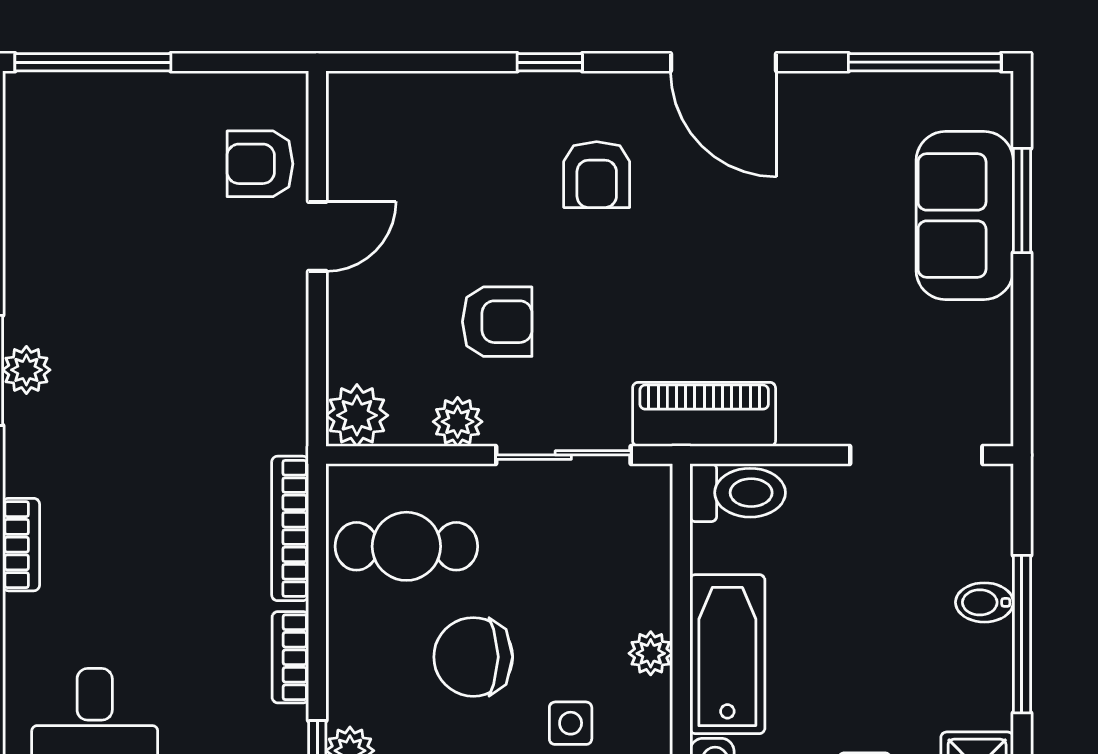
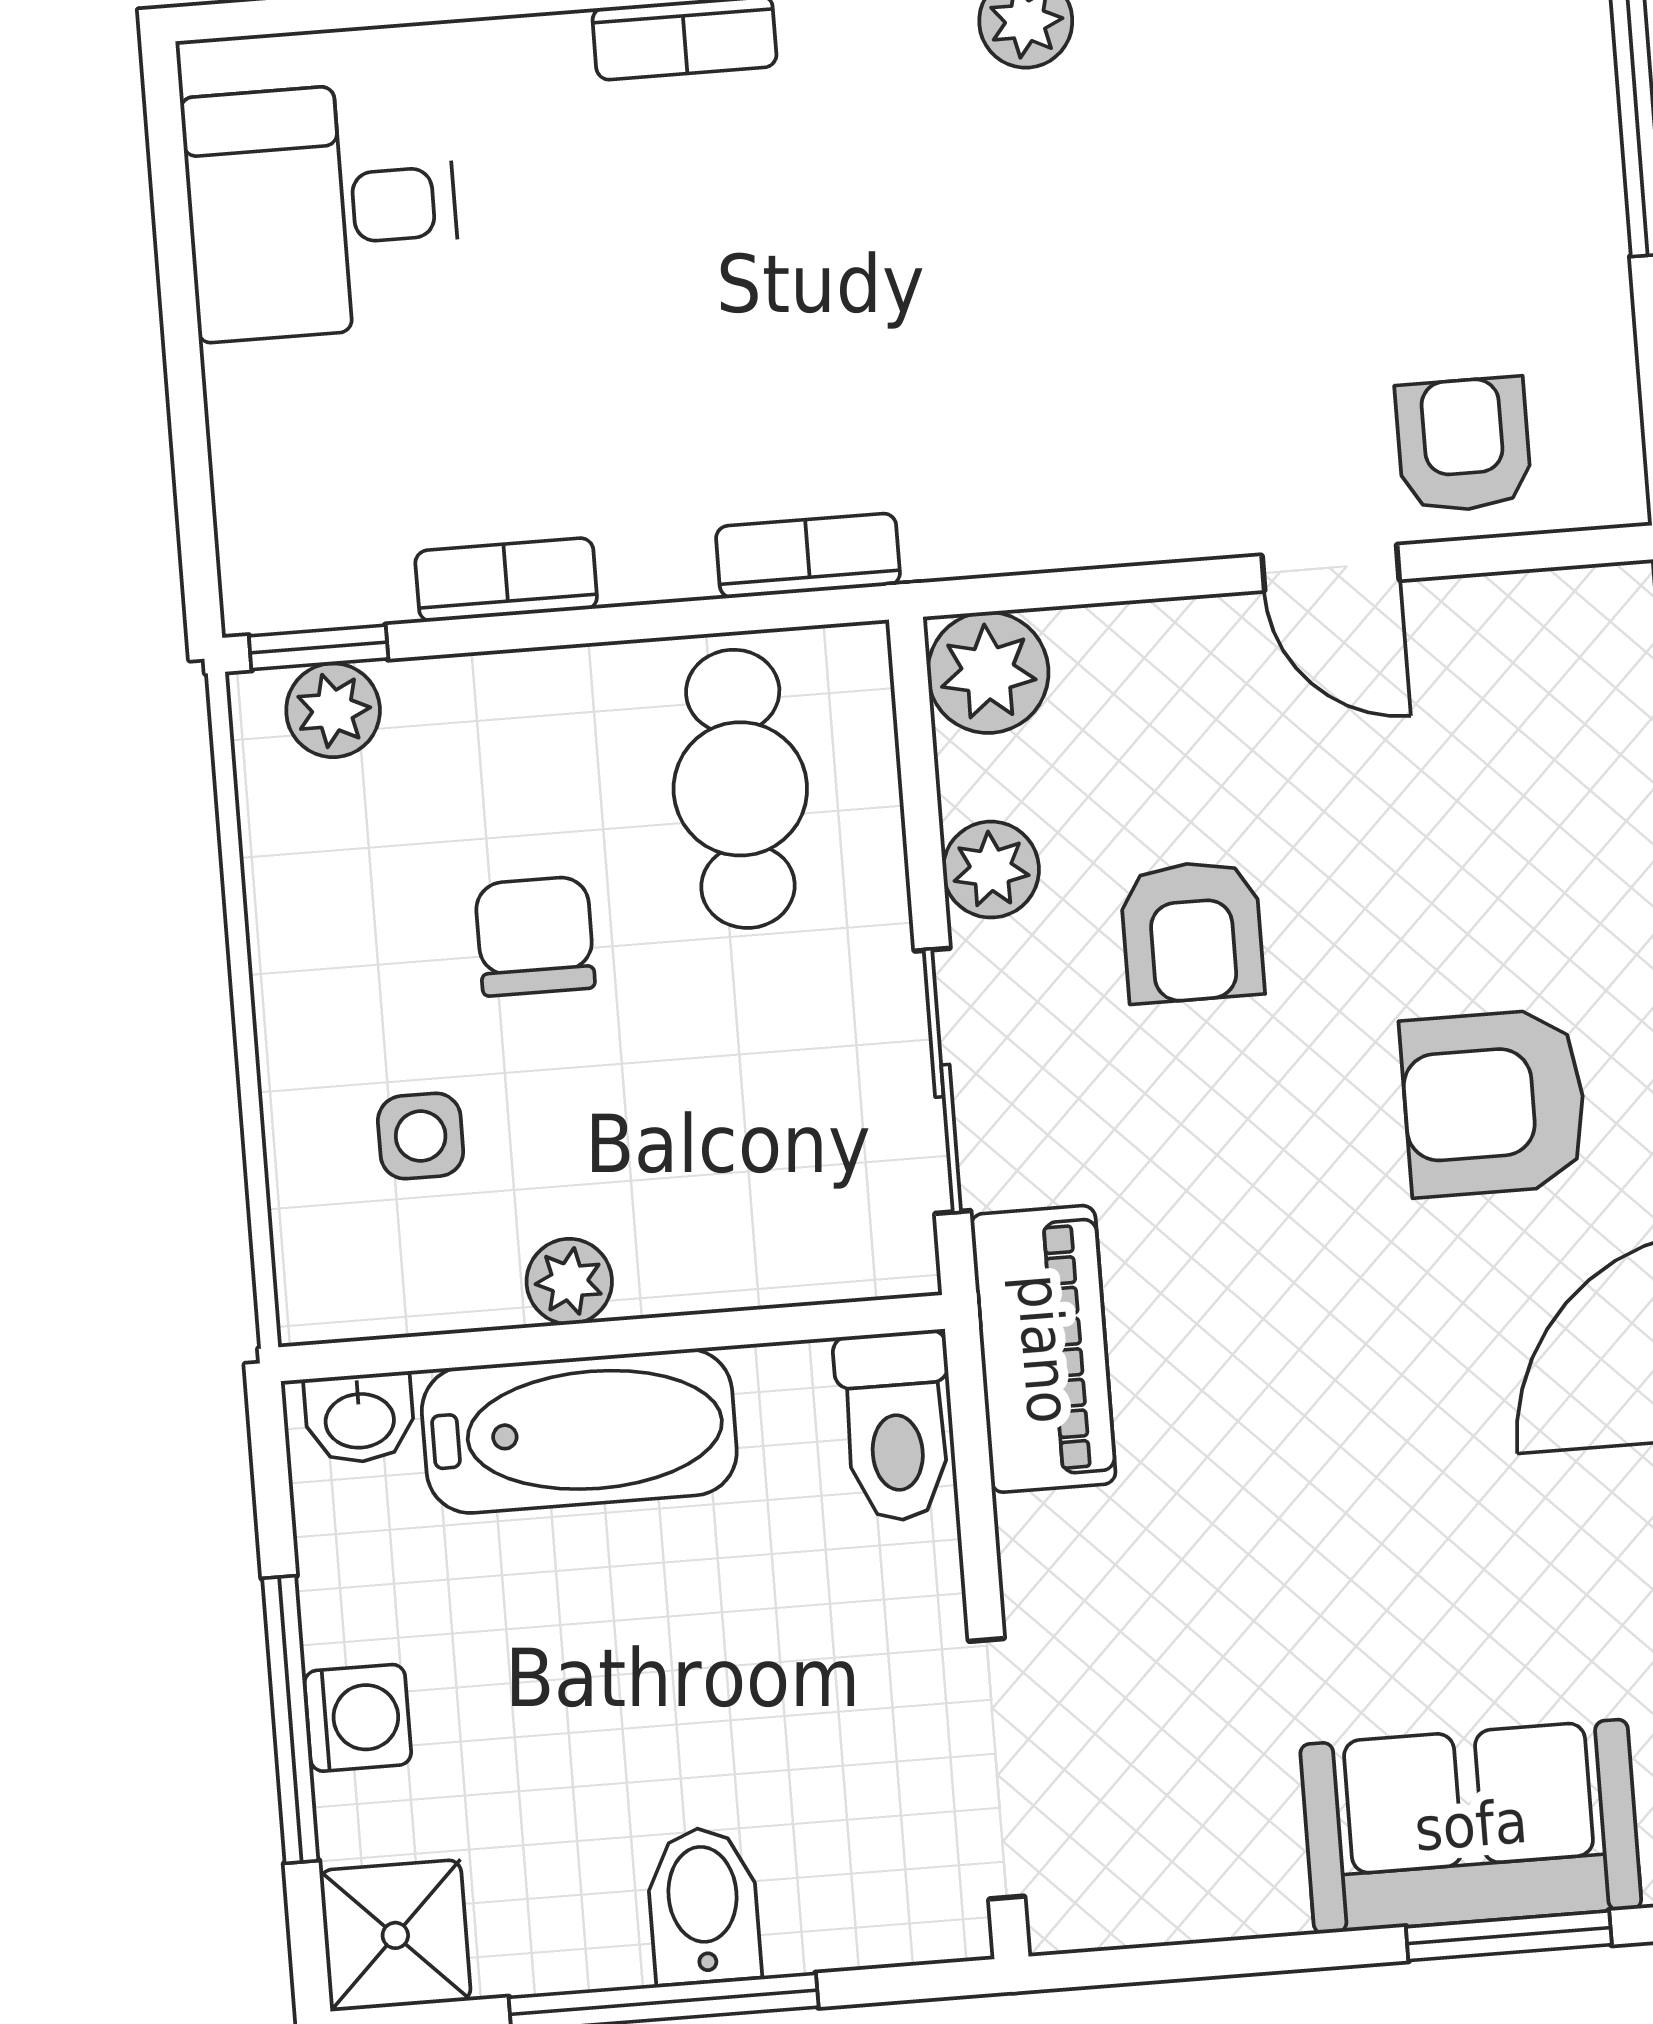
armchair: (597, 175) -> (1494, 1103), width x1.38, depth x1.38
bookcase: (290, 528) -> (808, 556), width x0.64
bidet: (984, 602) -> (703, 1905), width x1.38, depth x1.36
chair: (473, 657) -> (535, 936), width x0.73, depth x0.73

